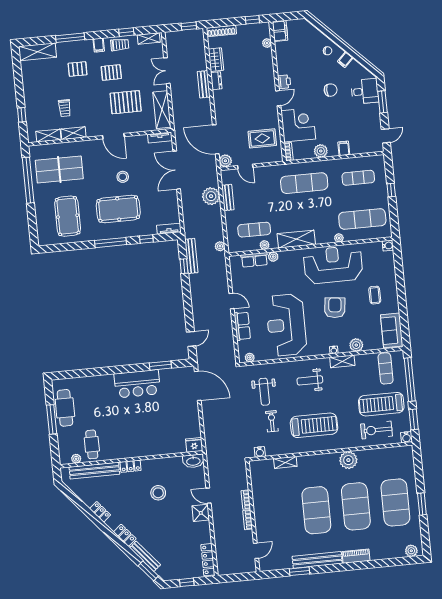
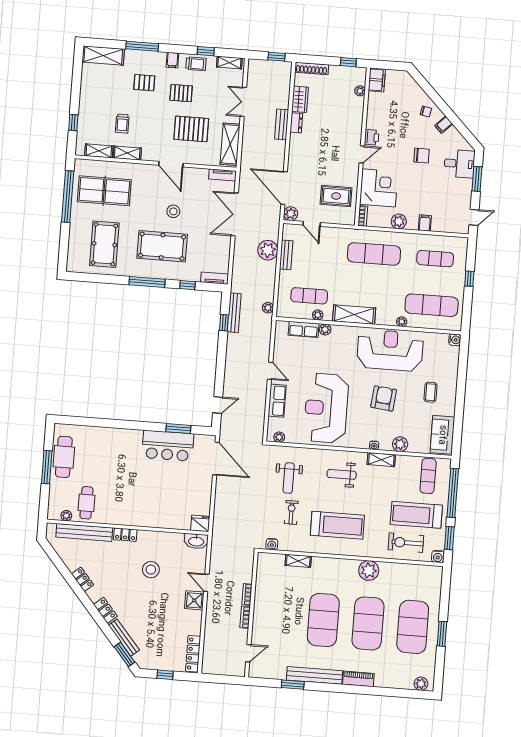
bar counter: (137, 384) -> (168, 446), moved

